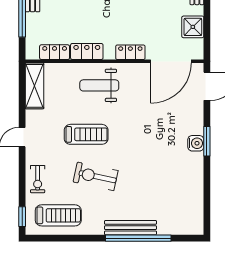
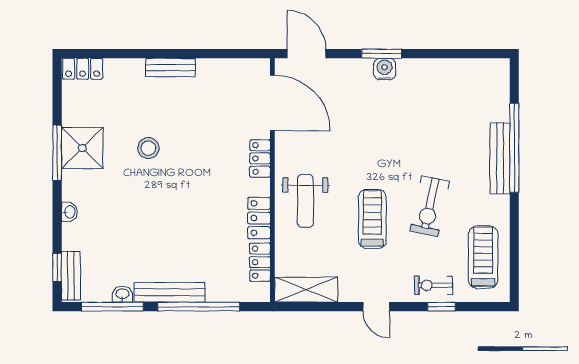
shower: (193, 27) -> (225, 73), removed
exercise bike: (38, 179) -> (433, 285), turned 180
window: (22, 217) -> (441, 307), moved

